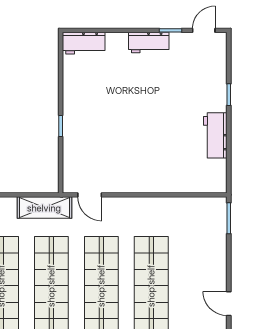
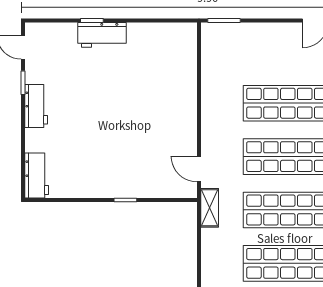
workbench: (215, 135) -> (102, 35), moved
door: (90, 195) -> (199, 169), swing flipped
shelving: (44, 208) -> (210, 208), width x0.67, depth x0.75

